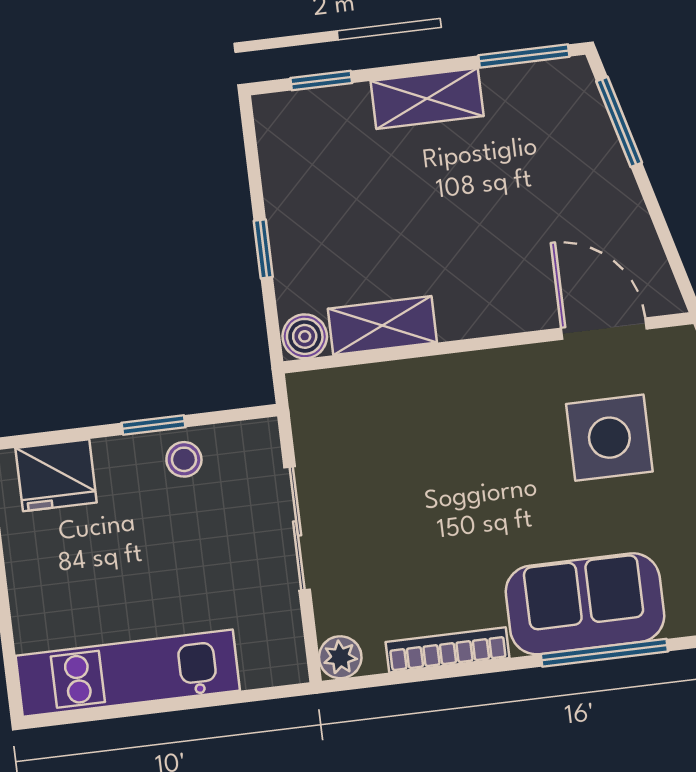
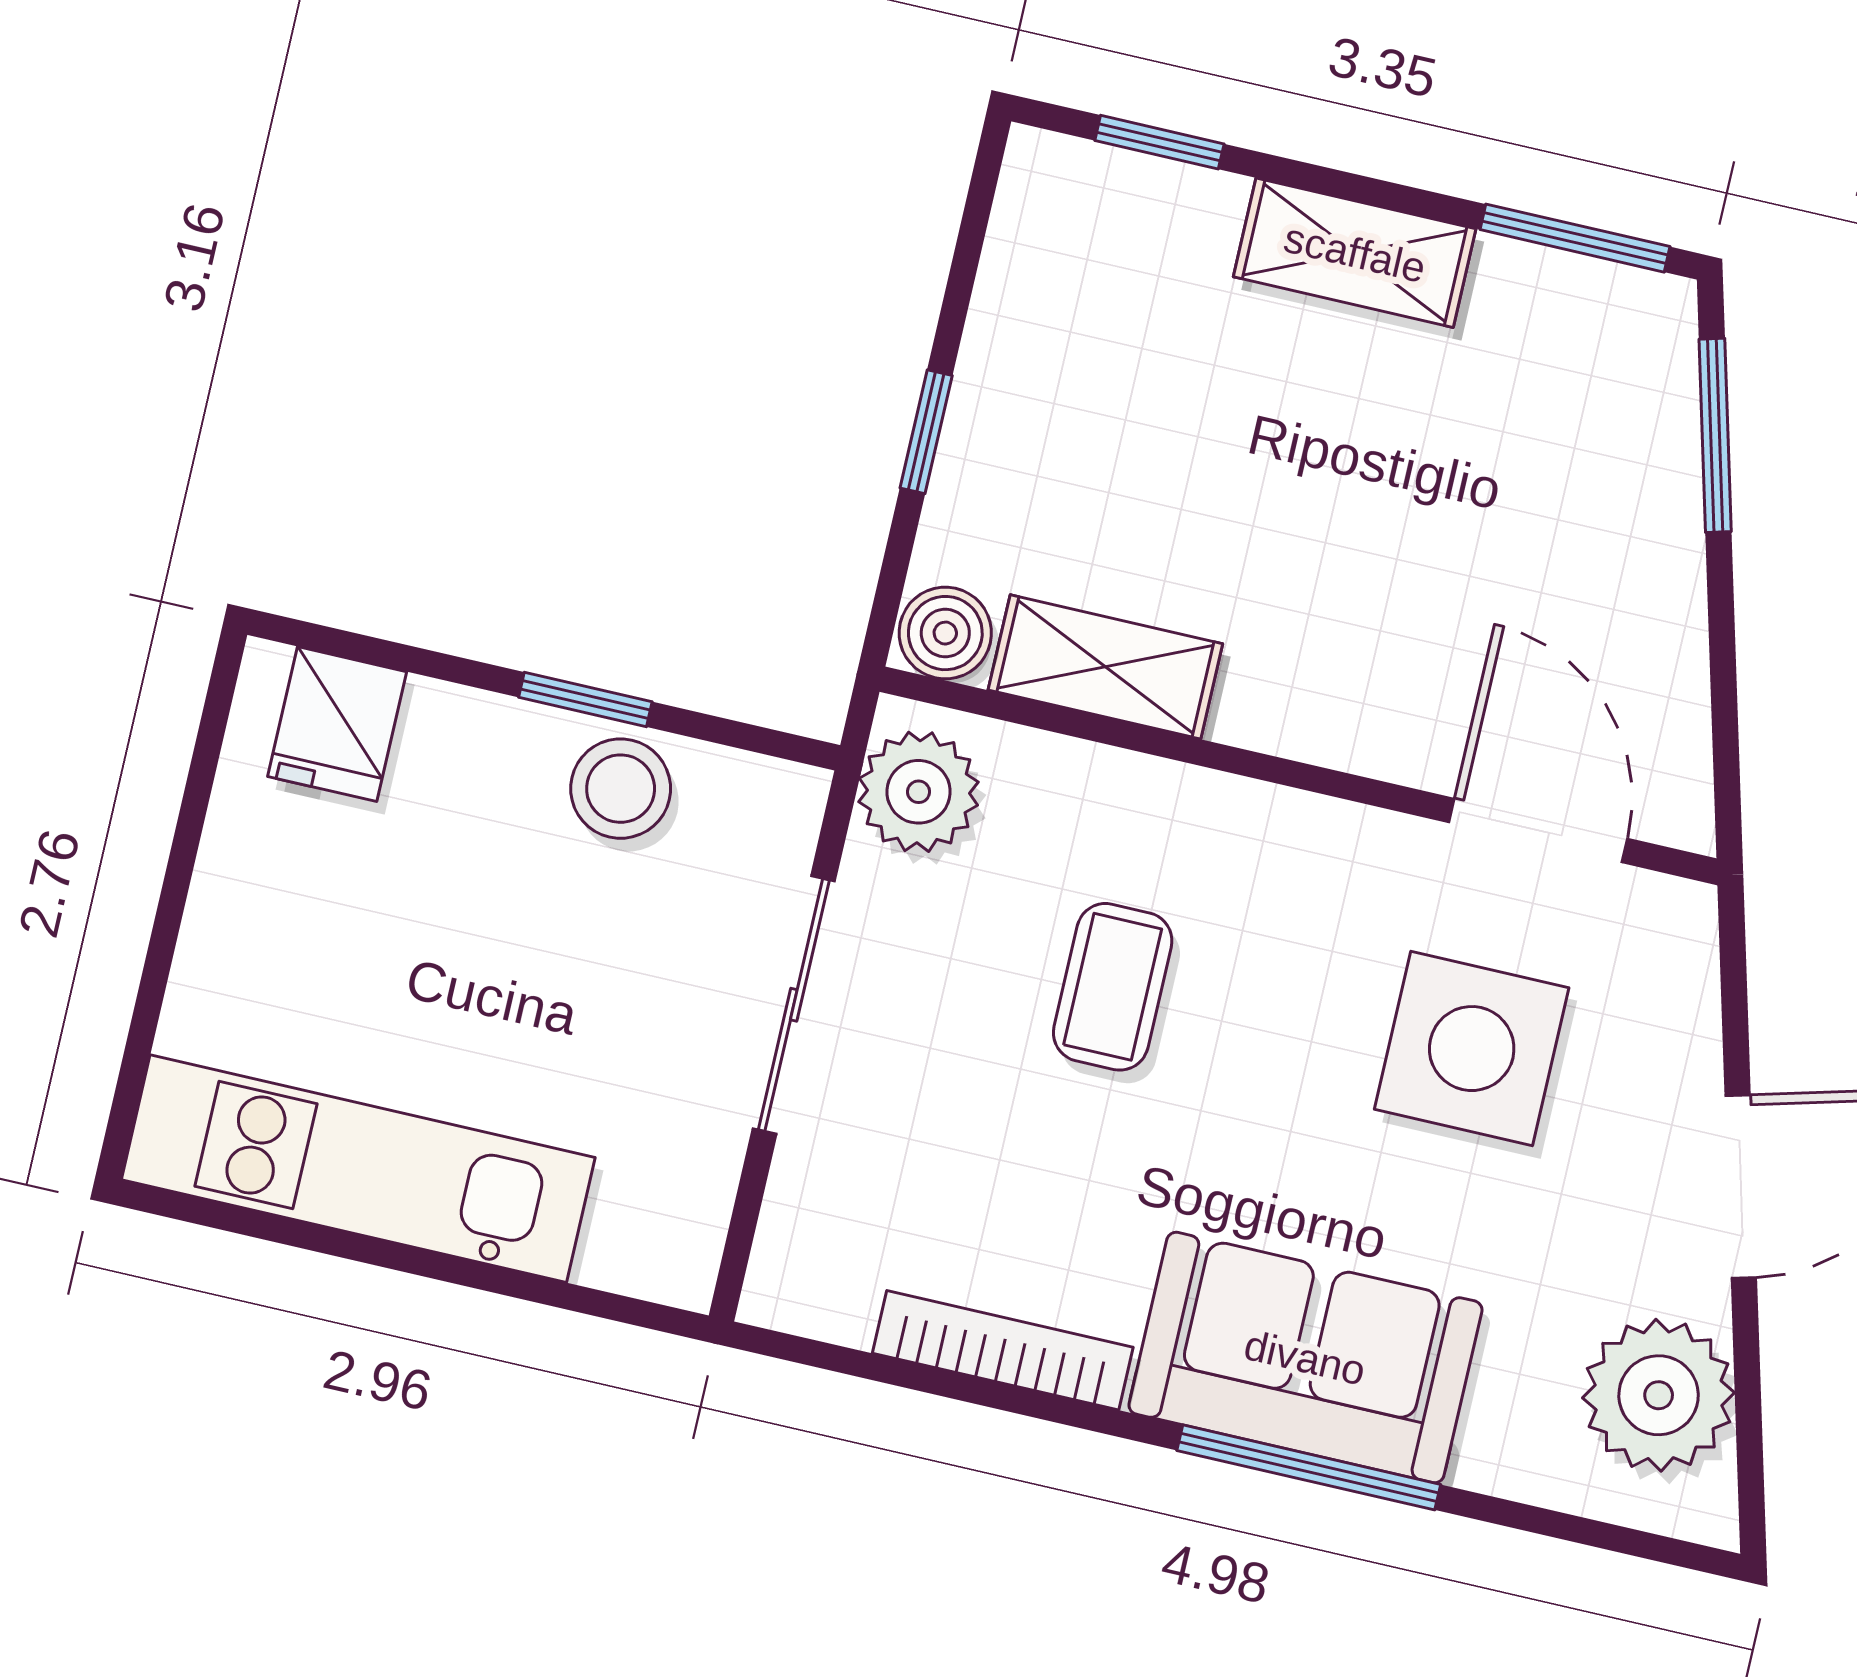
stool: (184, 459) -> (621, 789), width x1.37, depth x1.37
coffee table: (438, 468) -> (1113, 987), added
fridge: (56, 475) -> (337, 724), width x0.72
plant: (340, 657) -> (919, 792), moved, width x1.38, depth x1.38

